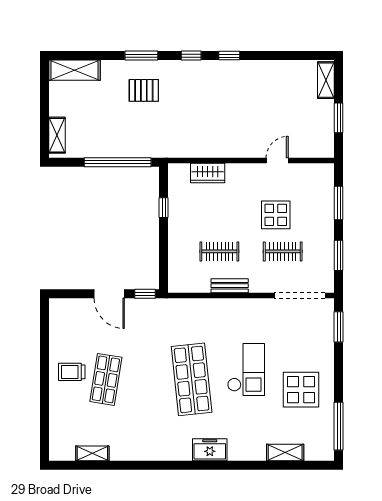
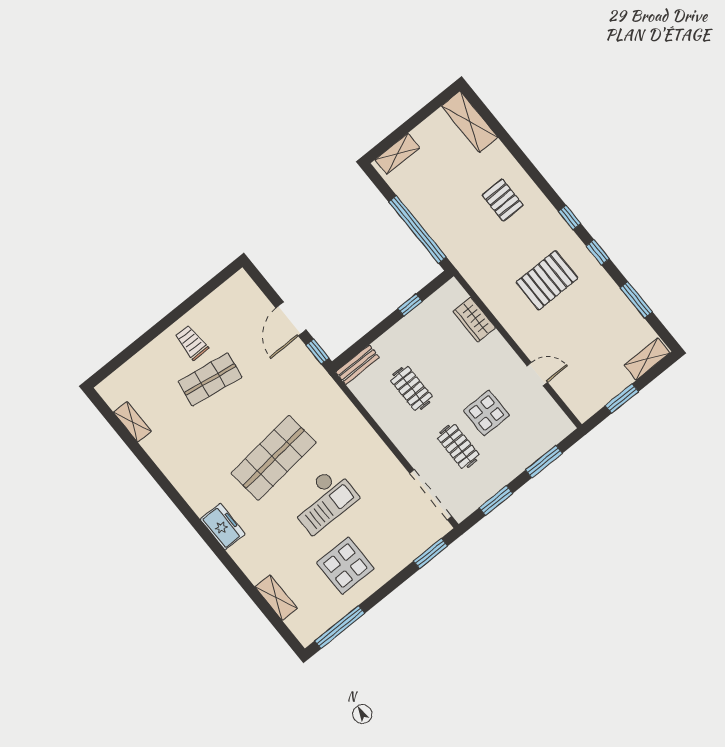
window: (141, 56) -> (636, 300), moved
pallet: (221, 104) -> (547, 280), added
bench: (230, 286) -> (358, 365), moved, turned 90

